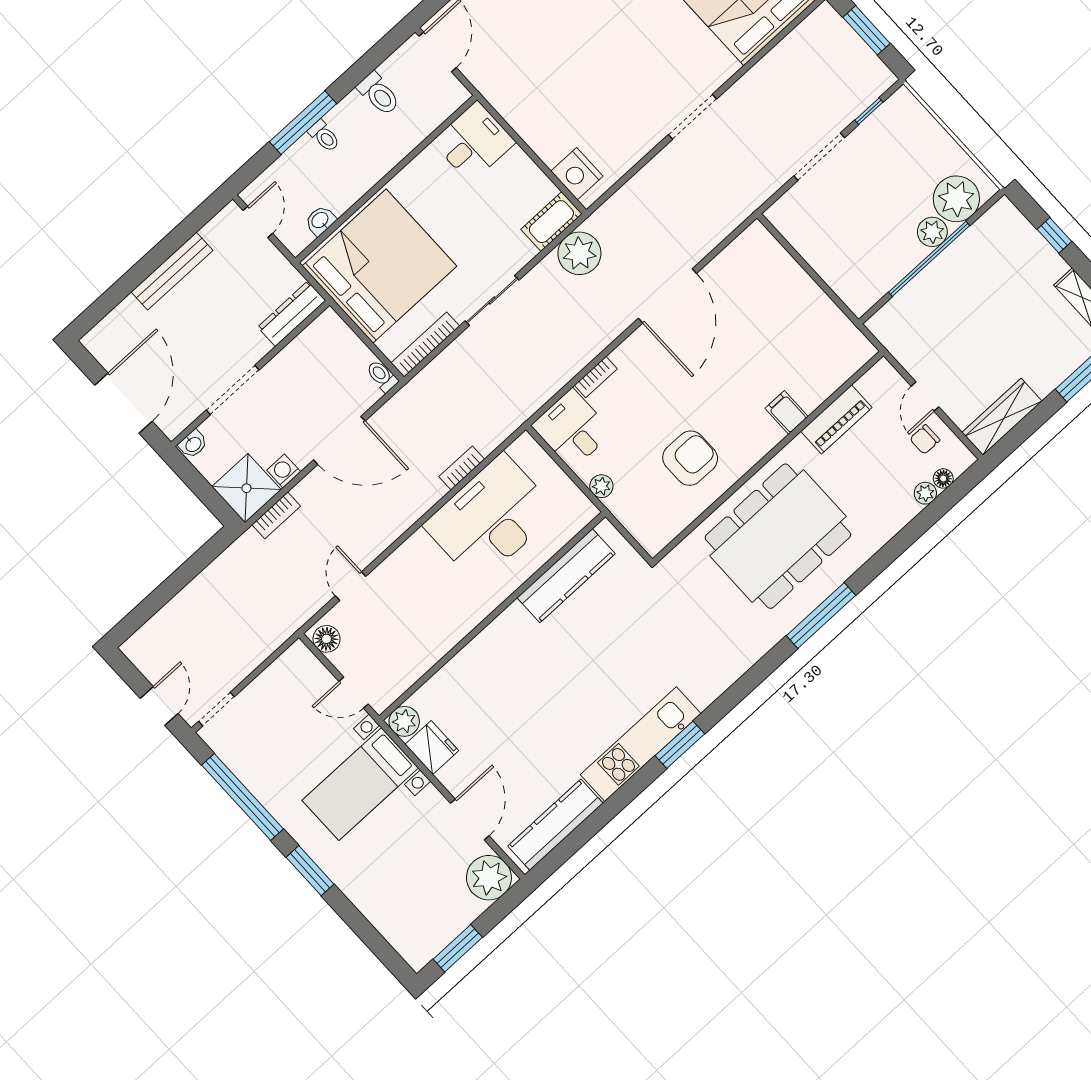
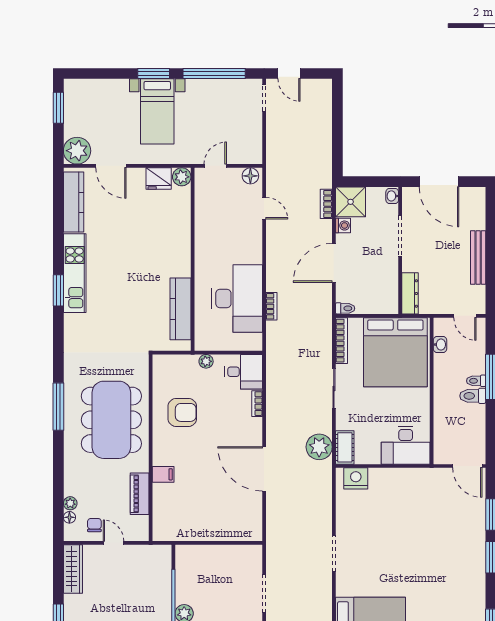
toilet: (379, 94) -> (473, 396), moved
desk: (474, 142) -> (406, 445), width x1.37
armchair: (690, 458) -> (182, 412), turned -90
bed with nightstands: (360, 784) -> (157, 111), moved, turned 180

